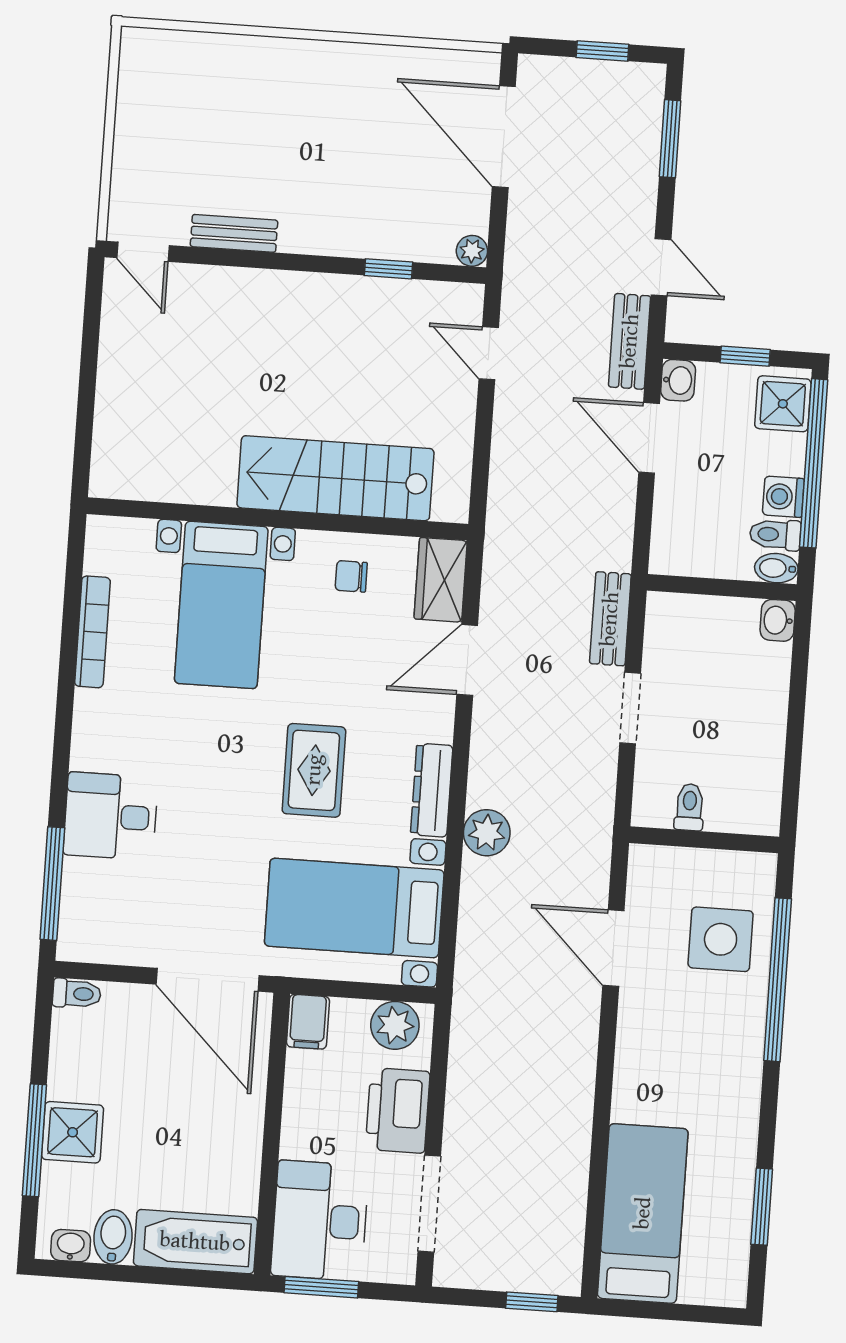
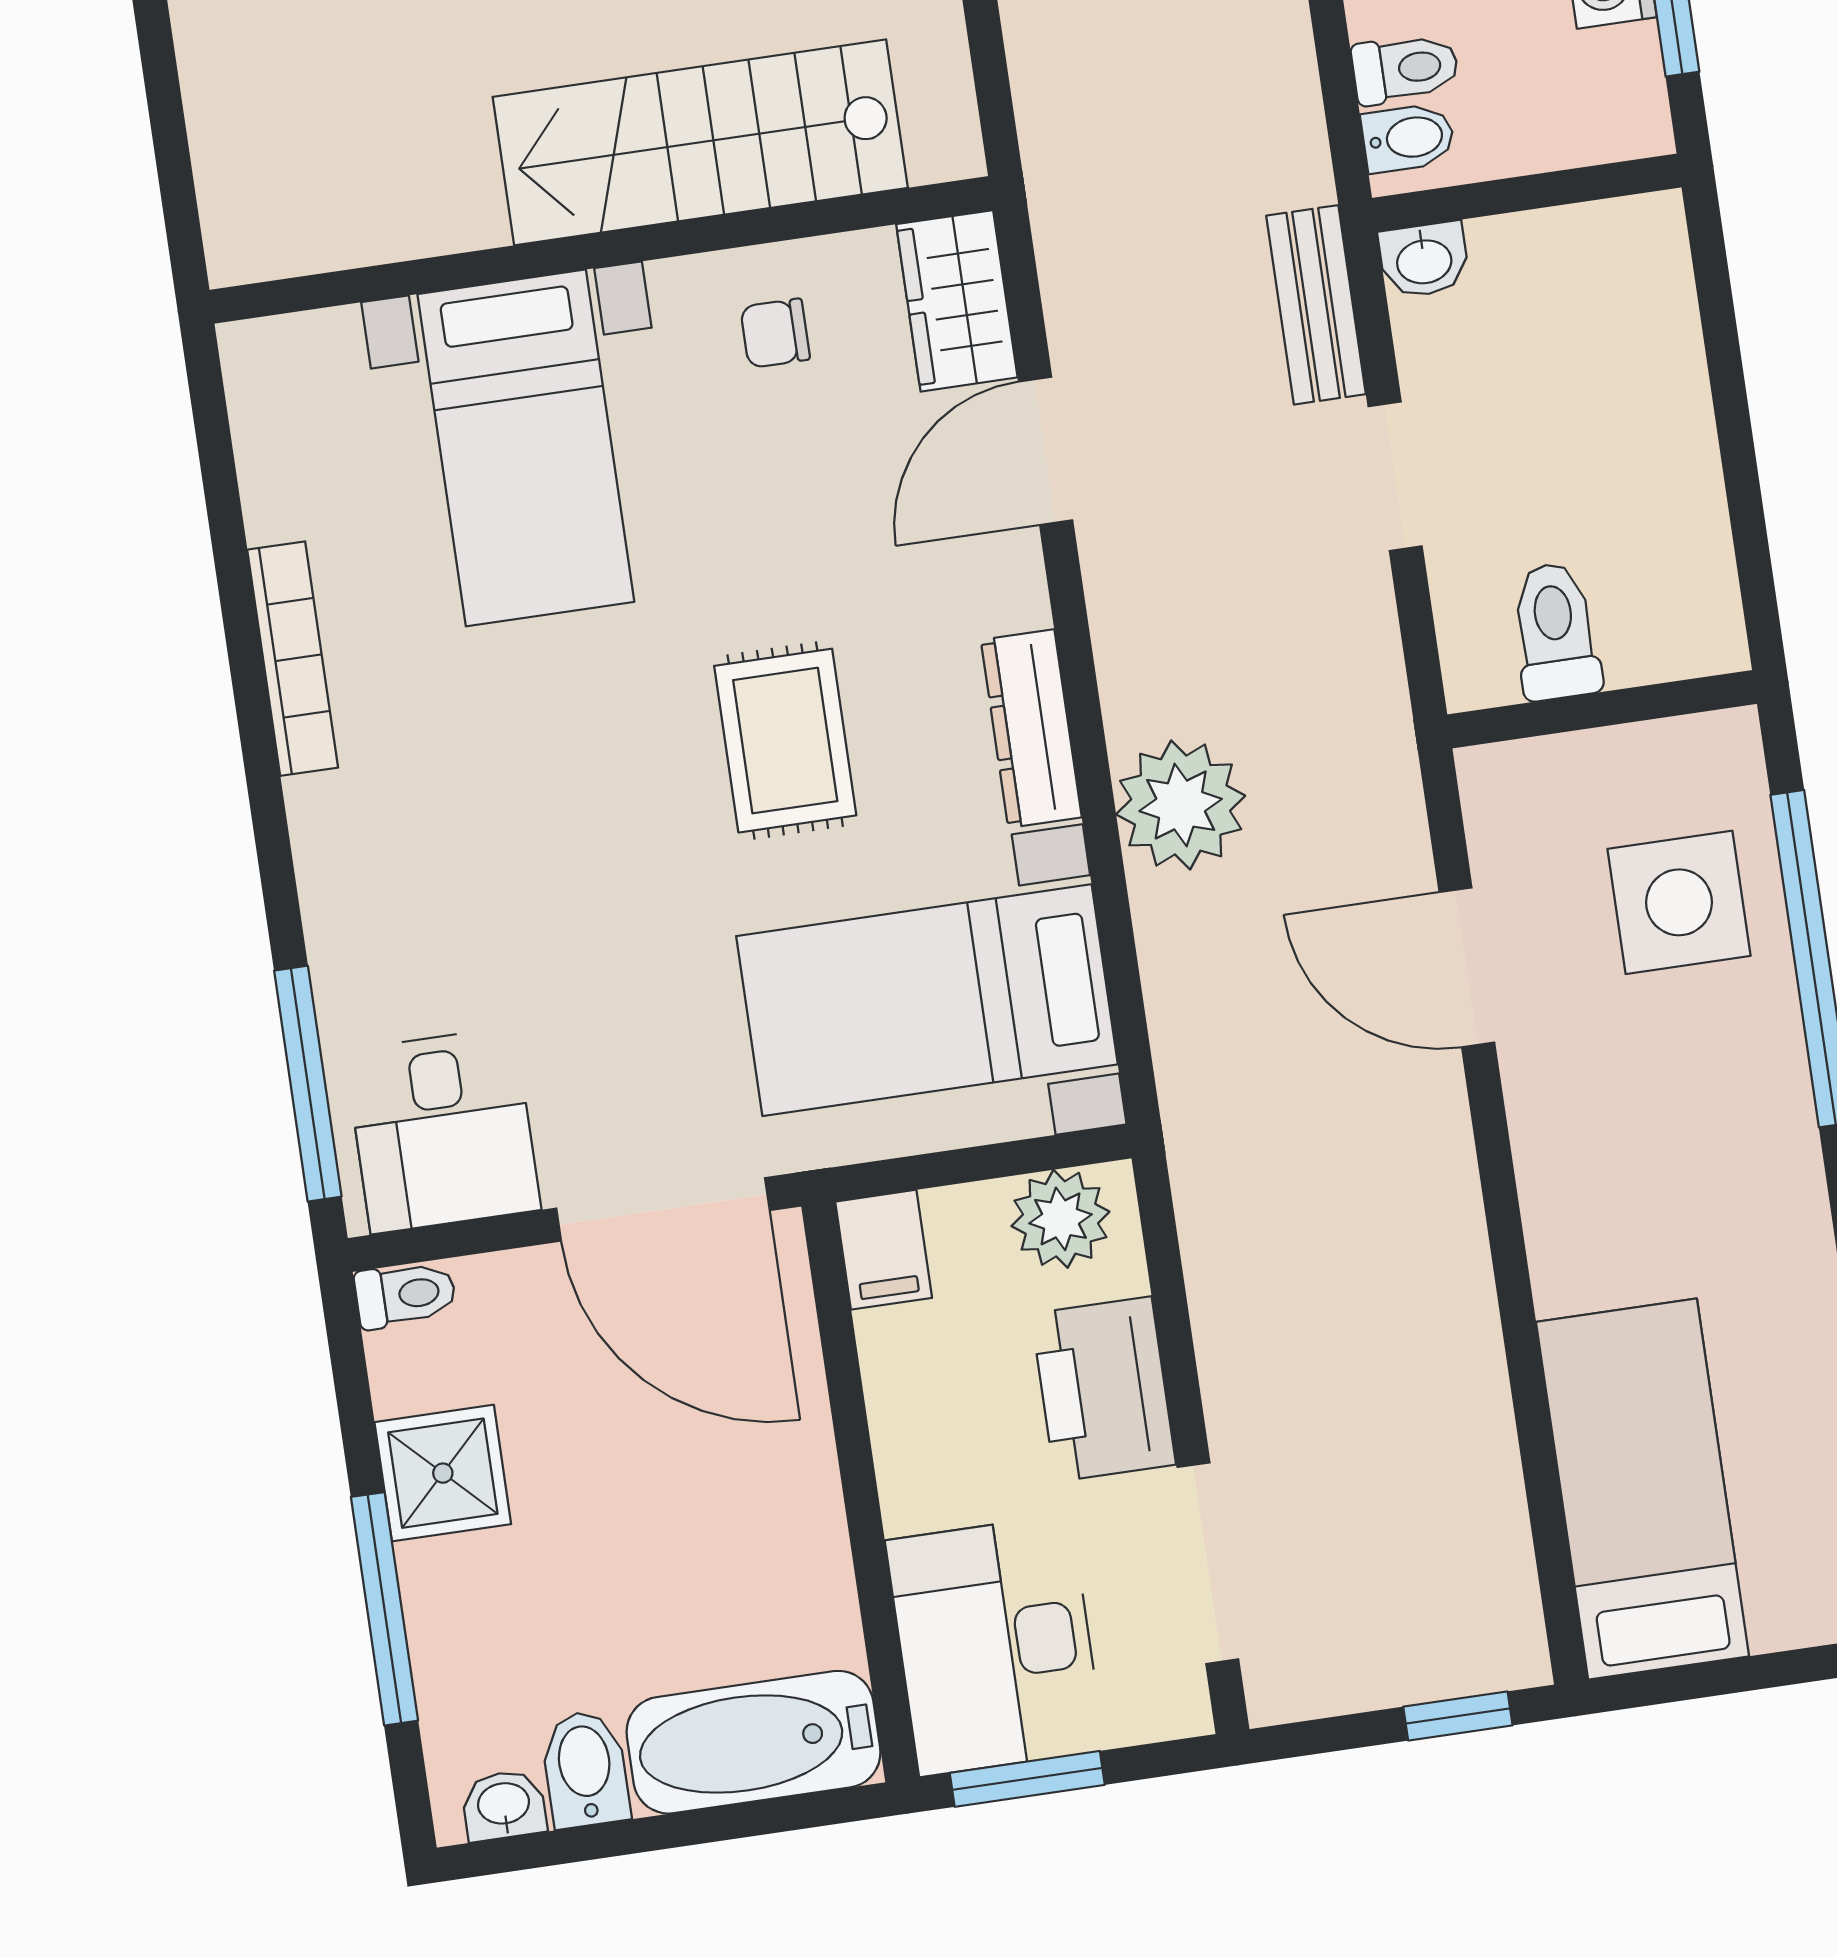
toilet: (775, 535) -> (1405, 69), moved, turned 180
bidet: (776, 568) -> (1408, 138), moved, turned 180
washbasin: (778, 620) -> (1424, 260), moved, turned -90
bookcase: (92, 632) -> (293, 659), moved
toilet: (689, 807) -> (1555, 631), width x1.37, depth x1.39
desk: (111, 816) -> (443, 1130), moved, turned -90
plant: (487, 833) -> (1181, 805), width x1.36, depth x1.36
shower: (73, 1132) -> (443, 1473), moved

